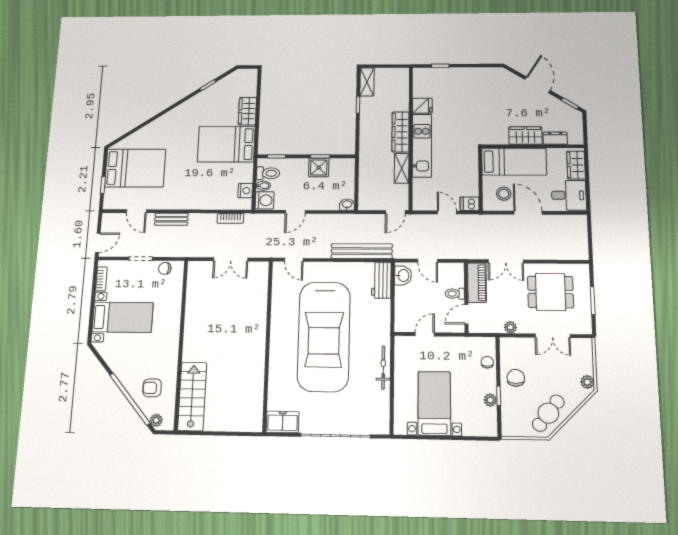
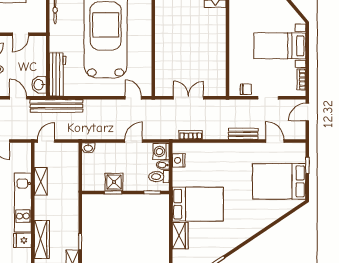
wardrobe: (401, 132) -> (42, 240), moved
bench: (362, 251) -> (56, 106), moved
workbench: (381, 280) -> (58, 74), width x1.38

